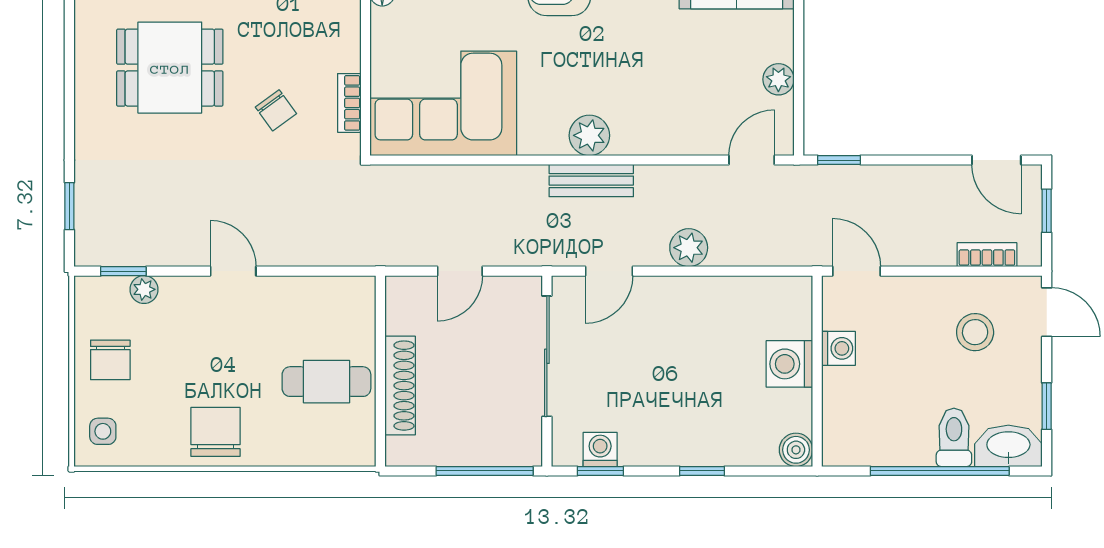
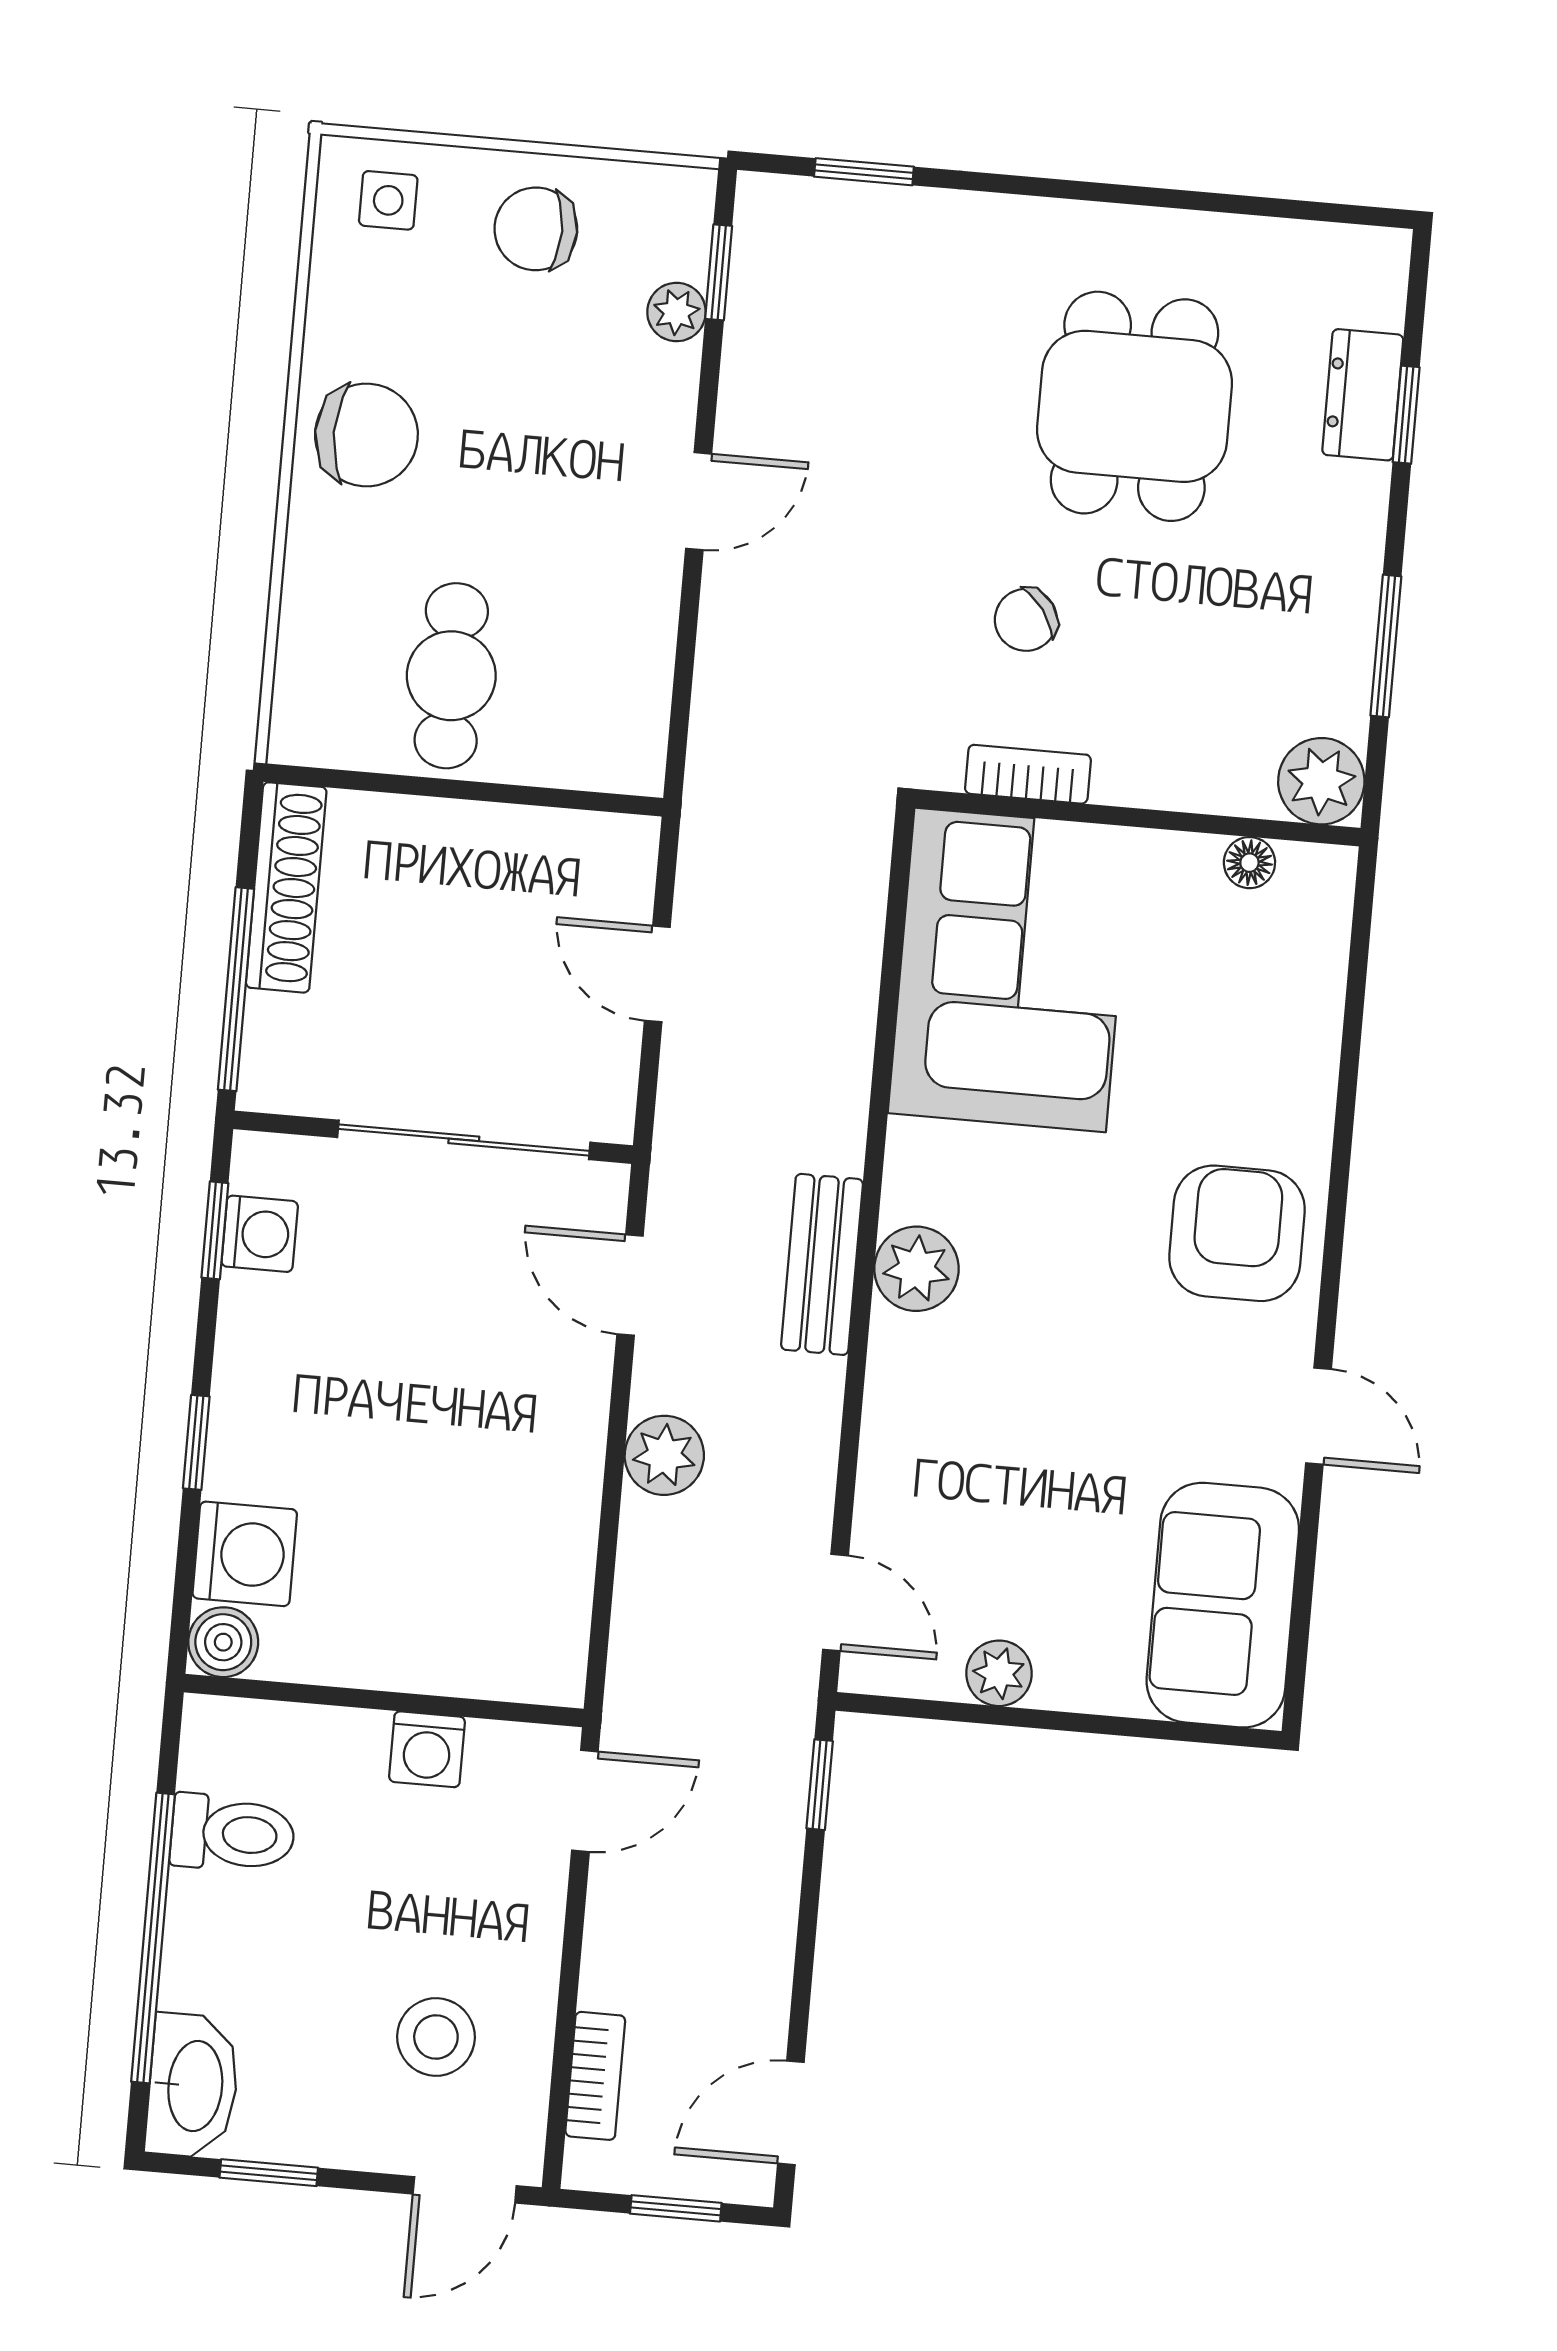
washing machine: (789, 364) -> (245, 1554), moved, turned 90
shoe rack: (400, 386) -> (286, 887), moved, turned -90
toilet: (954, 437) -> (233, 1834), moved

